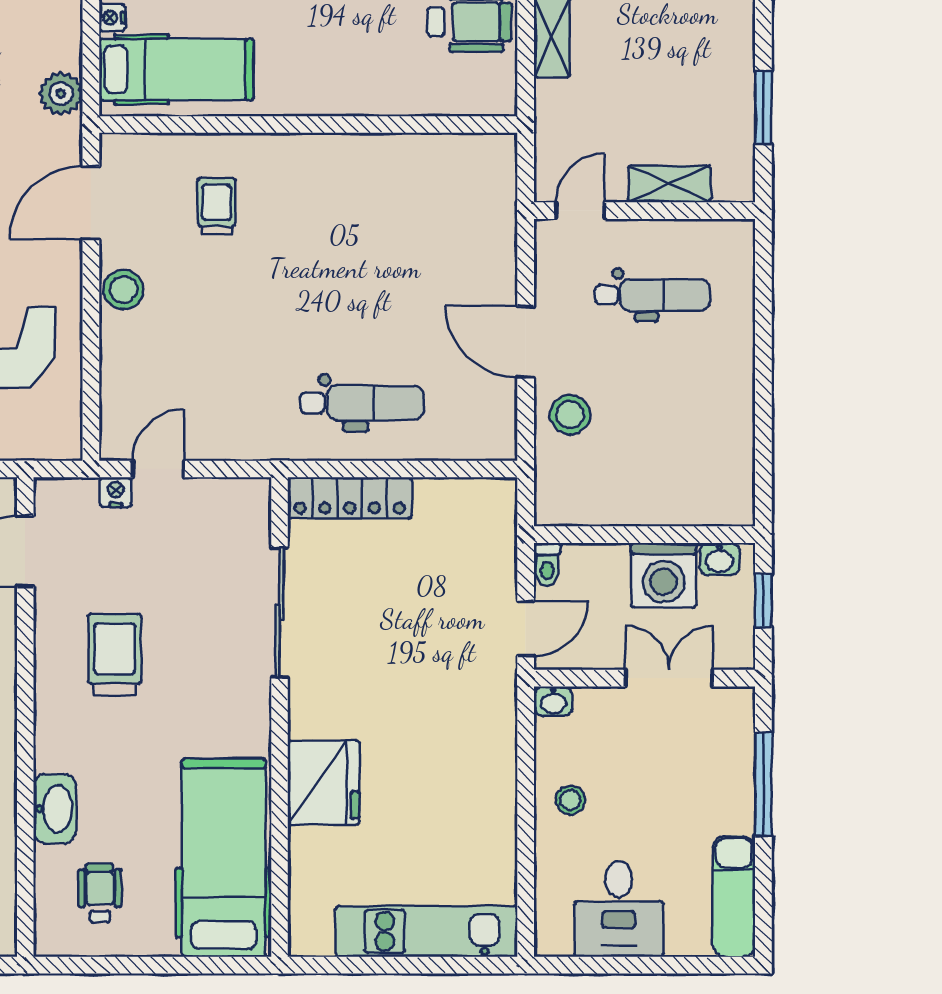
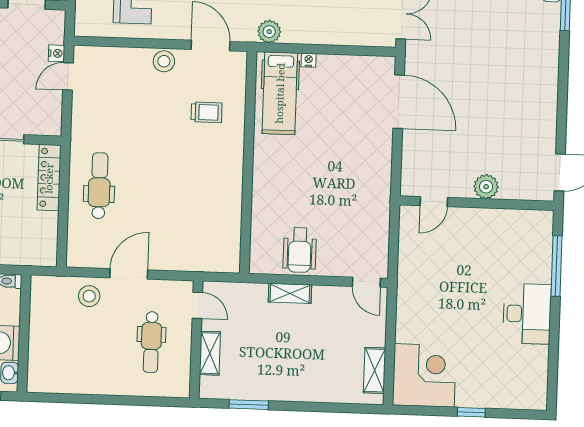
dental chair: (362, 403) -> (99, 186), turned 180
door: (158, 469) -> (68, 76), swing flipped

